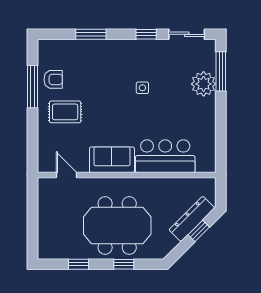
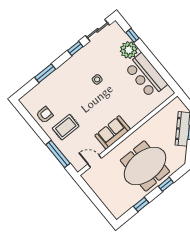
window: (221, 71) -> (133, 35), width x0.46
window: (33, 87) -> (58, 154), moved
bar counter: (165, 156) -> (146, 75), moved, turned -90

